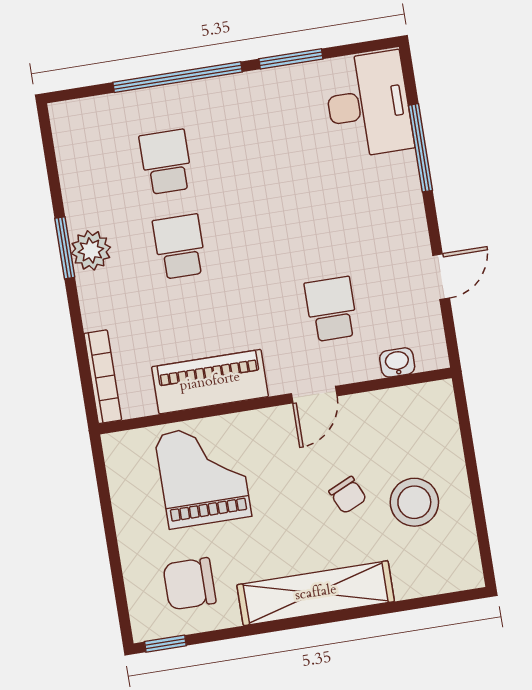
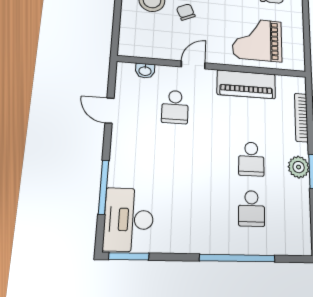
window: (291, 59) -> (129, 256), moved
door: (441, 277) -> (110, 111), hinge flipped
bookcase: (103, 377) -> (301, 117), moved
grand piano: (203, 475) -> (257, 40), turned 90

